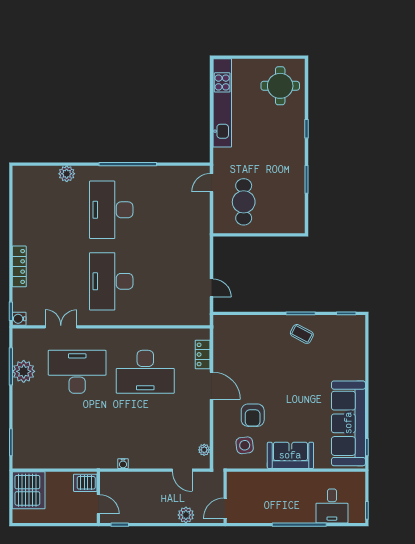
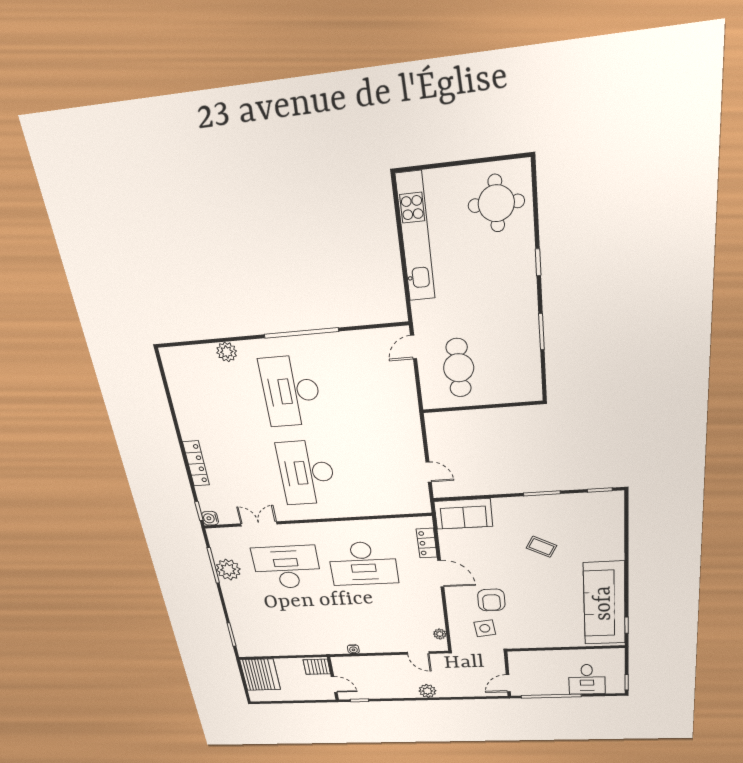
coffee table: (302, 334) -> (541, 547), moved
sofa: (290, 455) -> (463, 514), moved, turned 180
wall: (225, 497) -> (507, 674), moved
door: (225, 508) -> (508, 683), moved

